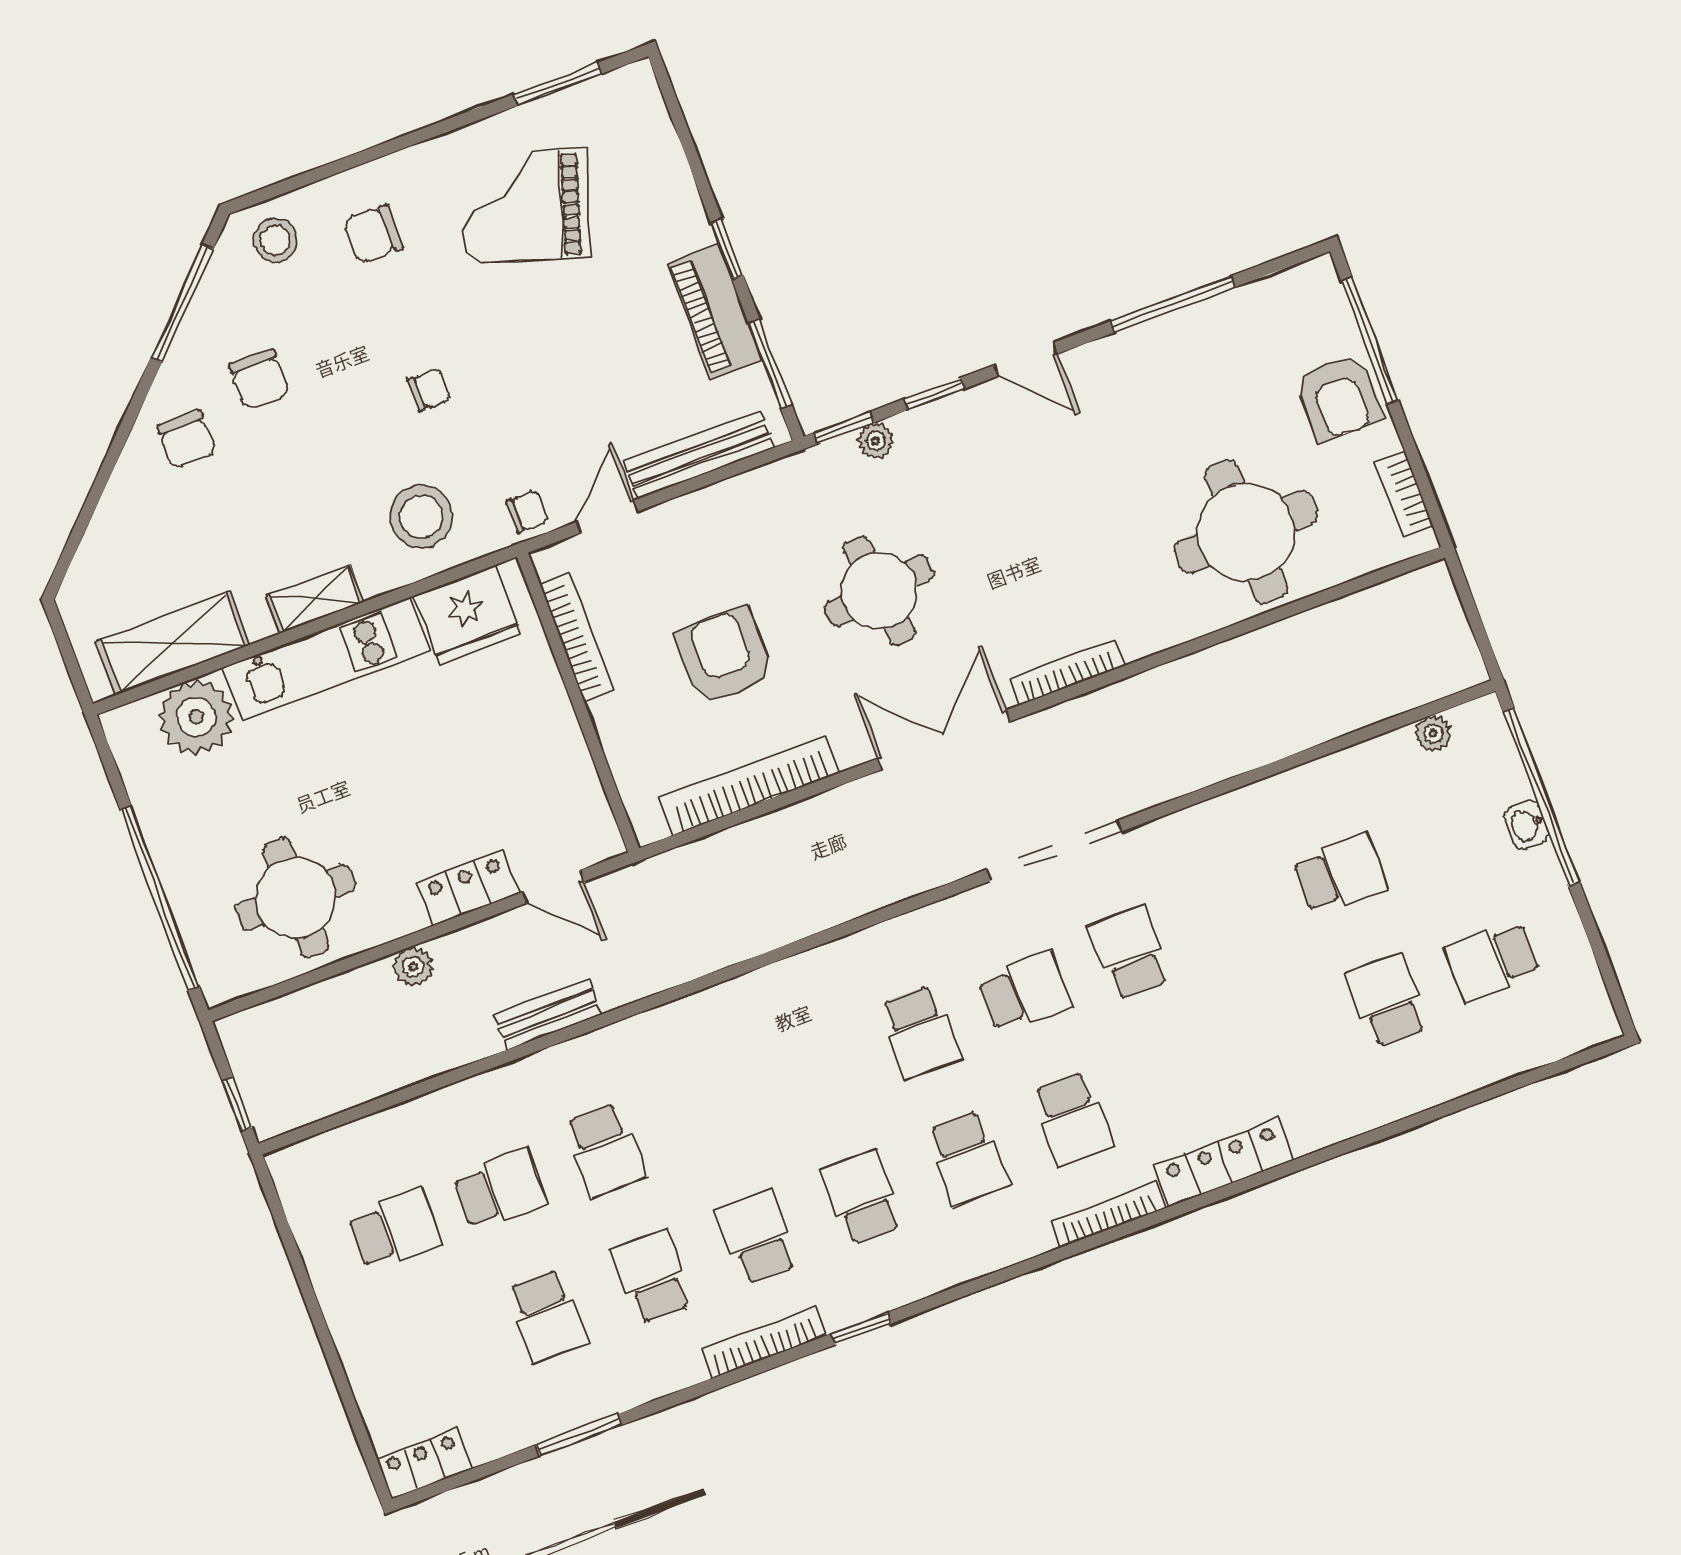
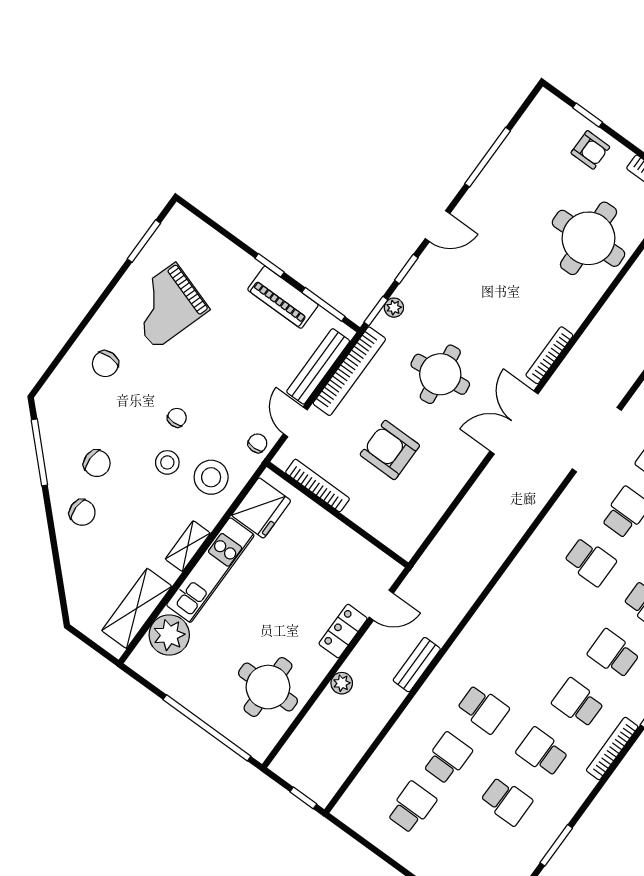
stool: (275, 240) -> (167, 462), moved
window: (1370, 341) -> (588, 115), width x0.46
armchair: (1339, 397) -> (590, 150), width x0.72, depth x0.72
bookcase: (749, 786) -> (349, 371), moved, turned 180

